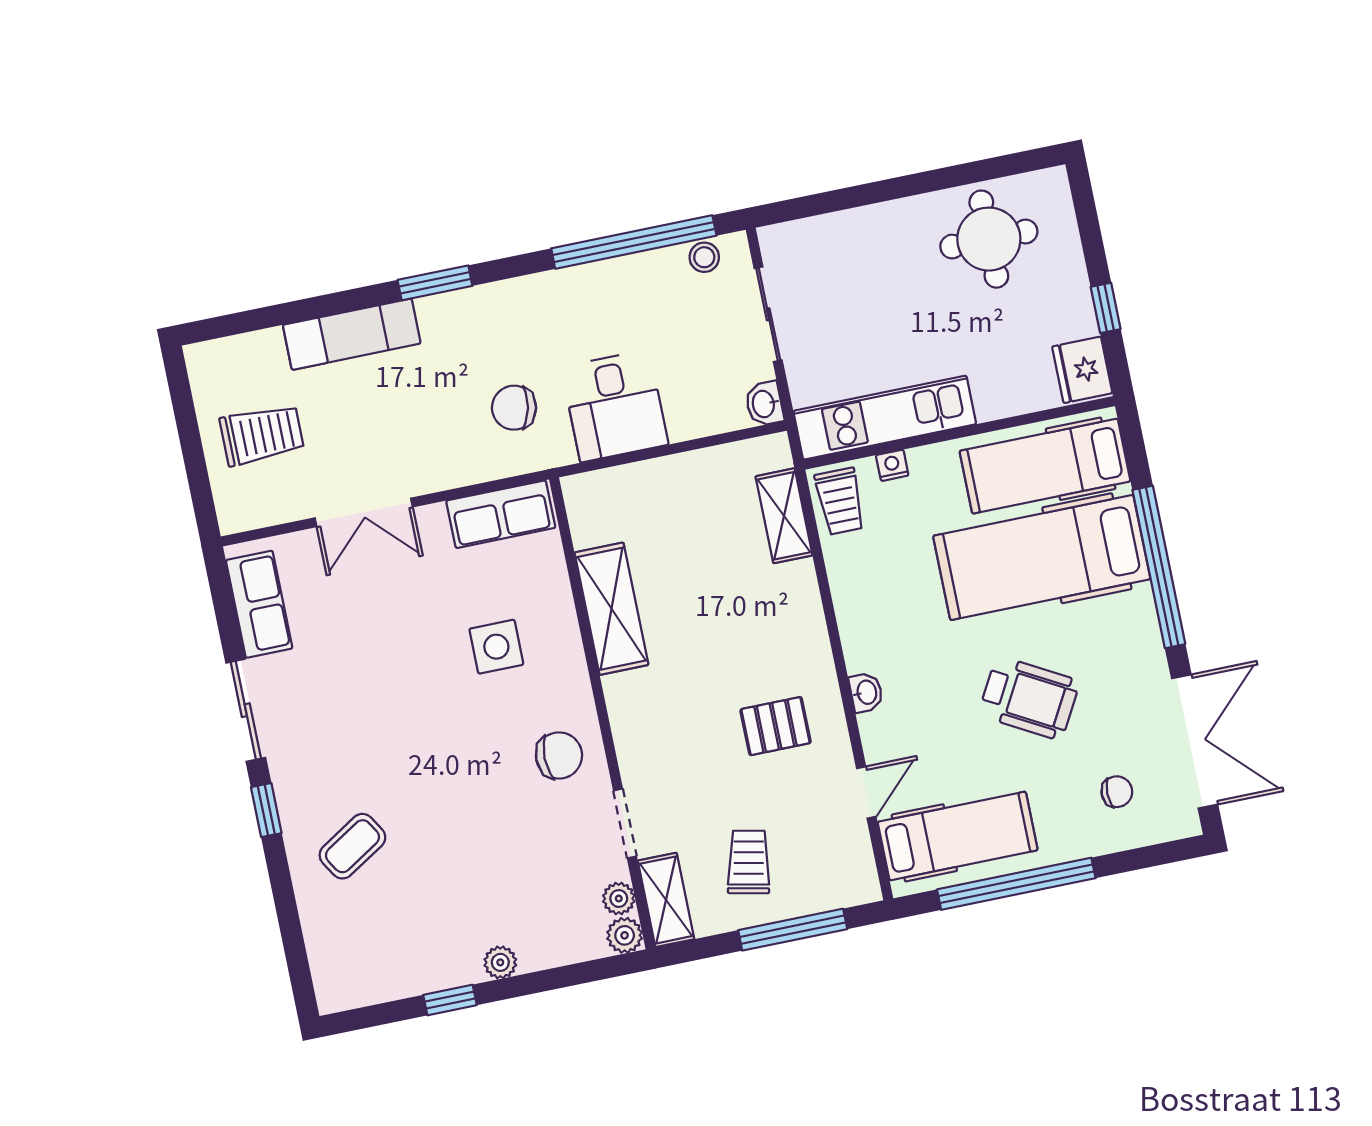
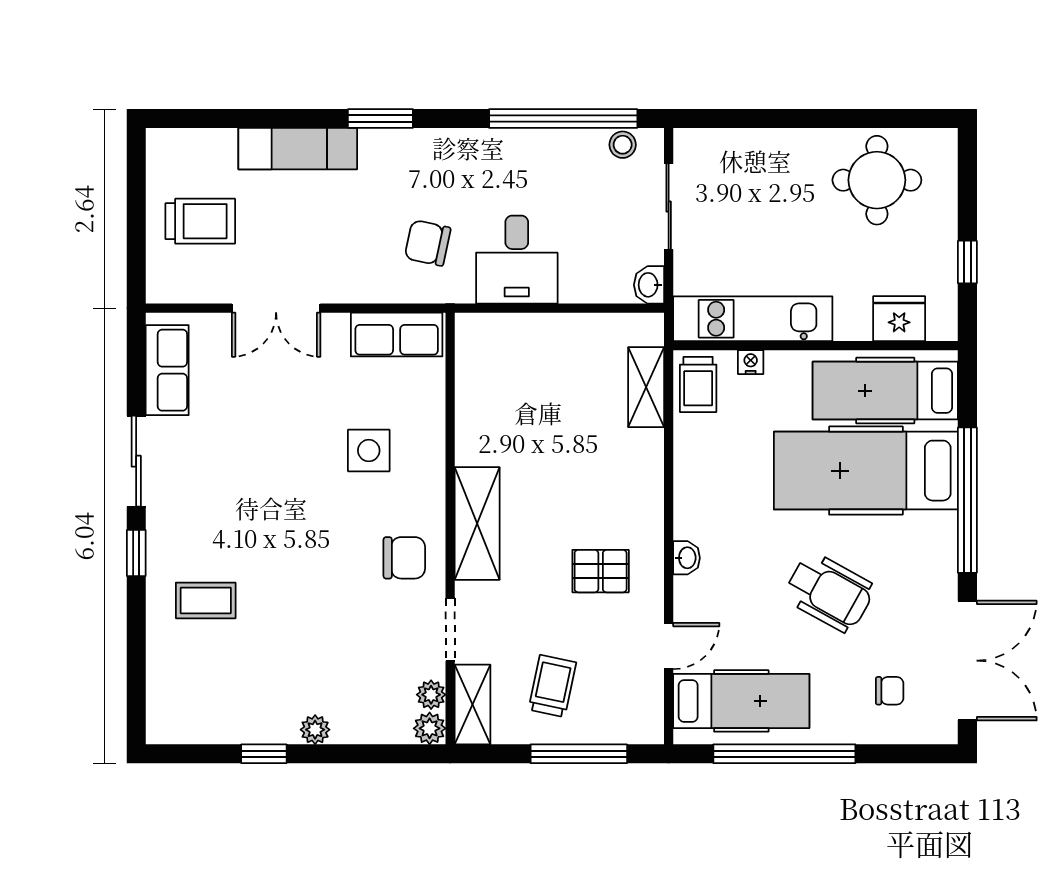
fridge: (1082, 370) -> (899, 319), moved, turned 90
shelving: (611, 609) -> (477, 523), moved
coffee table: (352, 846) -> (206, 600), turned 32

